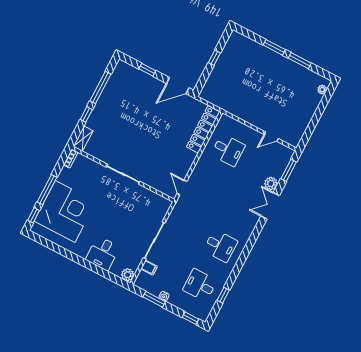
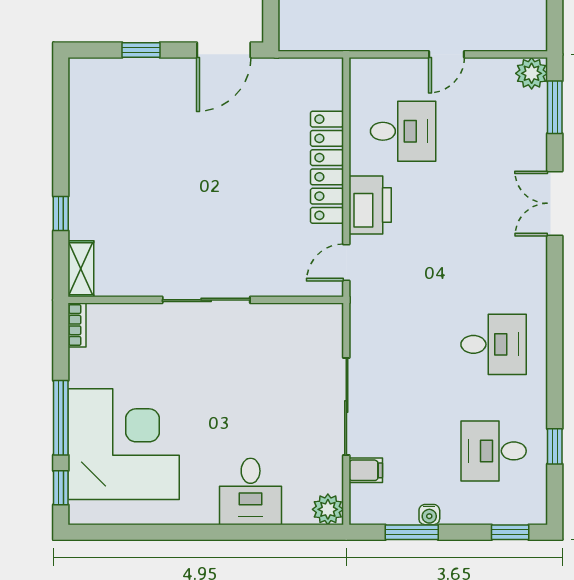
window: (100, 88) -> (61, 140), removed
locker: (203, 129) -> (327, 167), moved
door: (271, 137) -> (446, 54), moved
printer: (202, 171) -> (370, 205), added
plant: (271, 183) -> (532, 73), moved
door: (182, 187) -> (346, 263), hinge flipped

